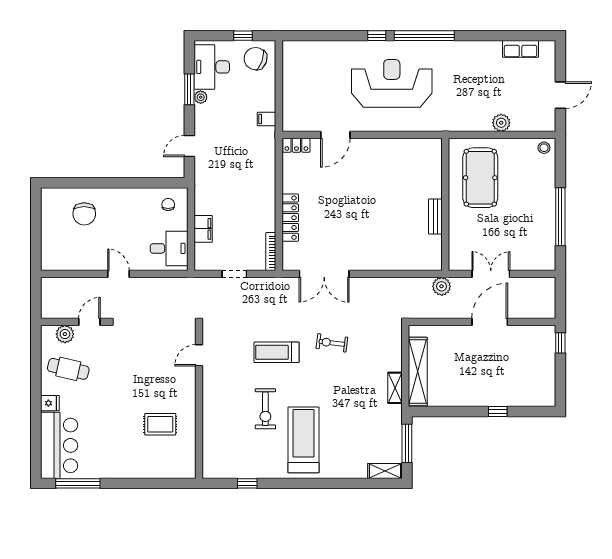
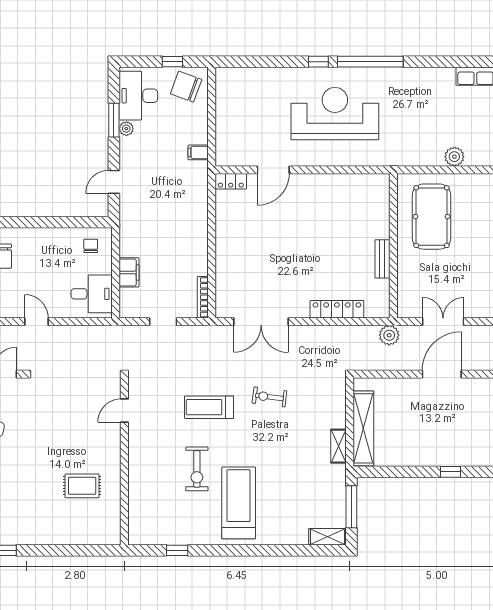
locker: (290, 218) -> (337, 309), moved, turned -90

